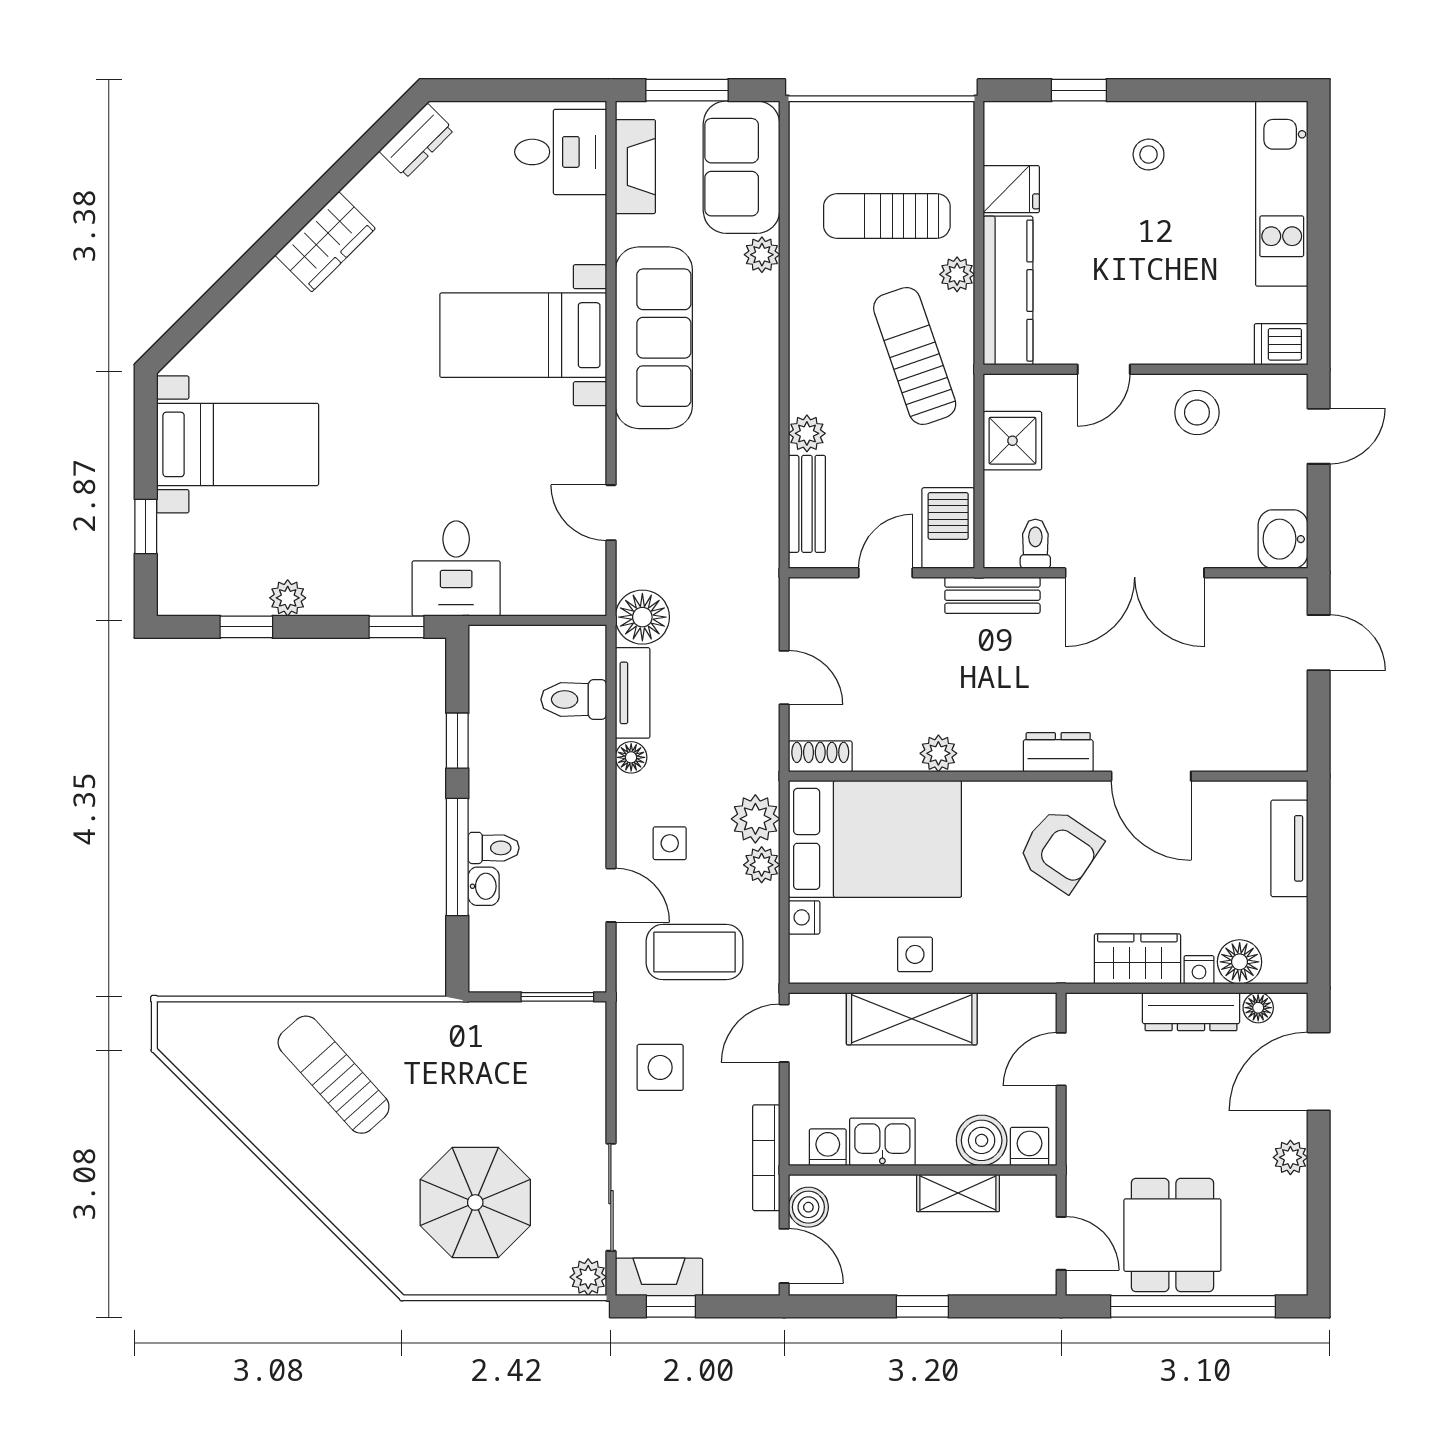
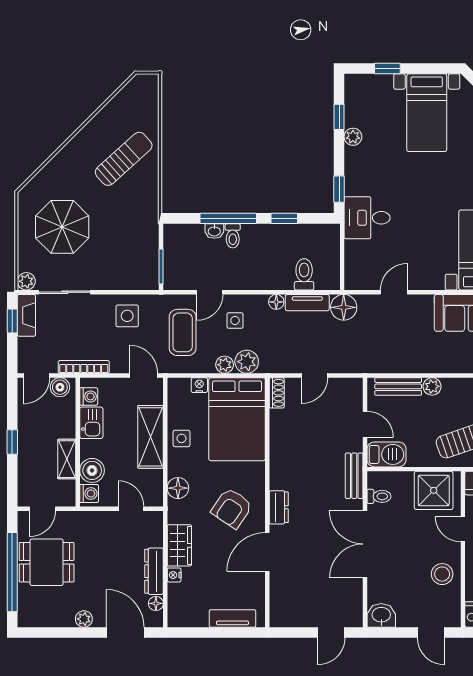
shower: (1012, 441) -> (434, 490), width x1.36, depth x1.36
plant: (938, 753) -> (278, 450), removed
floor lamp: (1240, 962) -> (178, 488), moved

